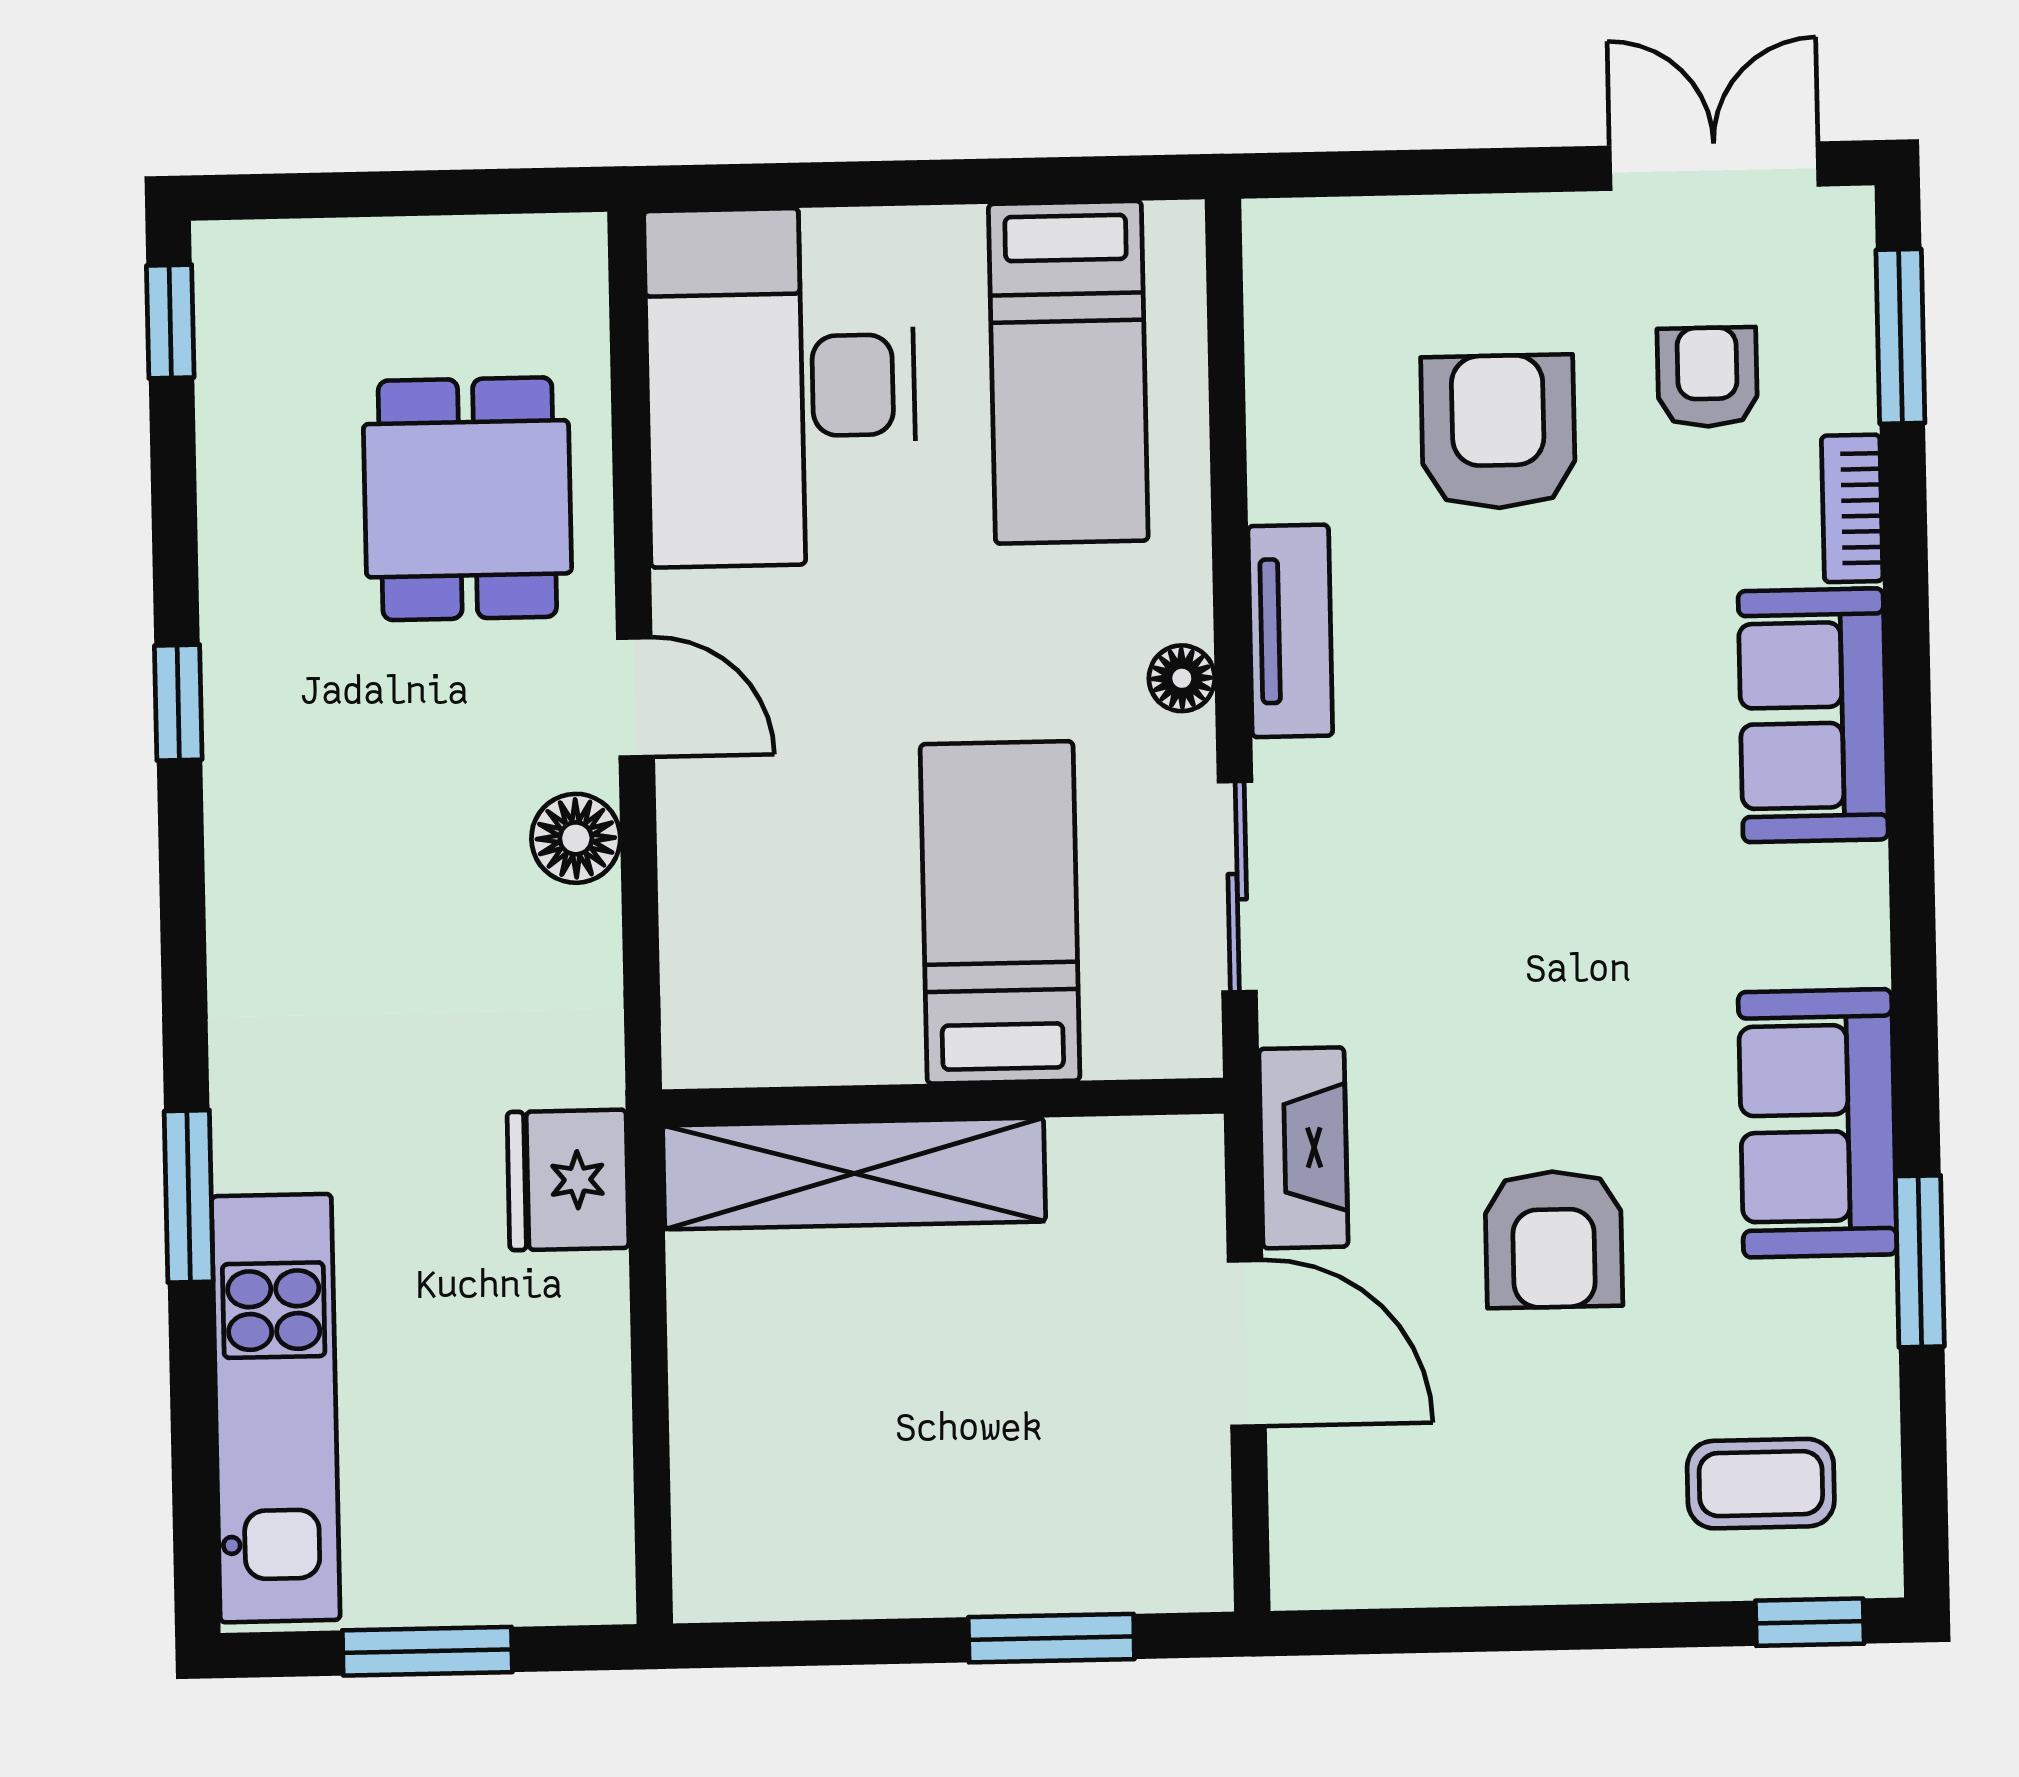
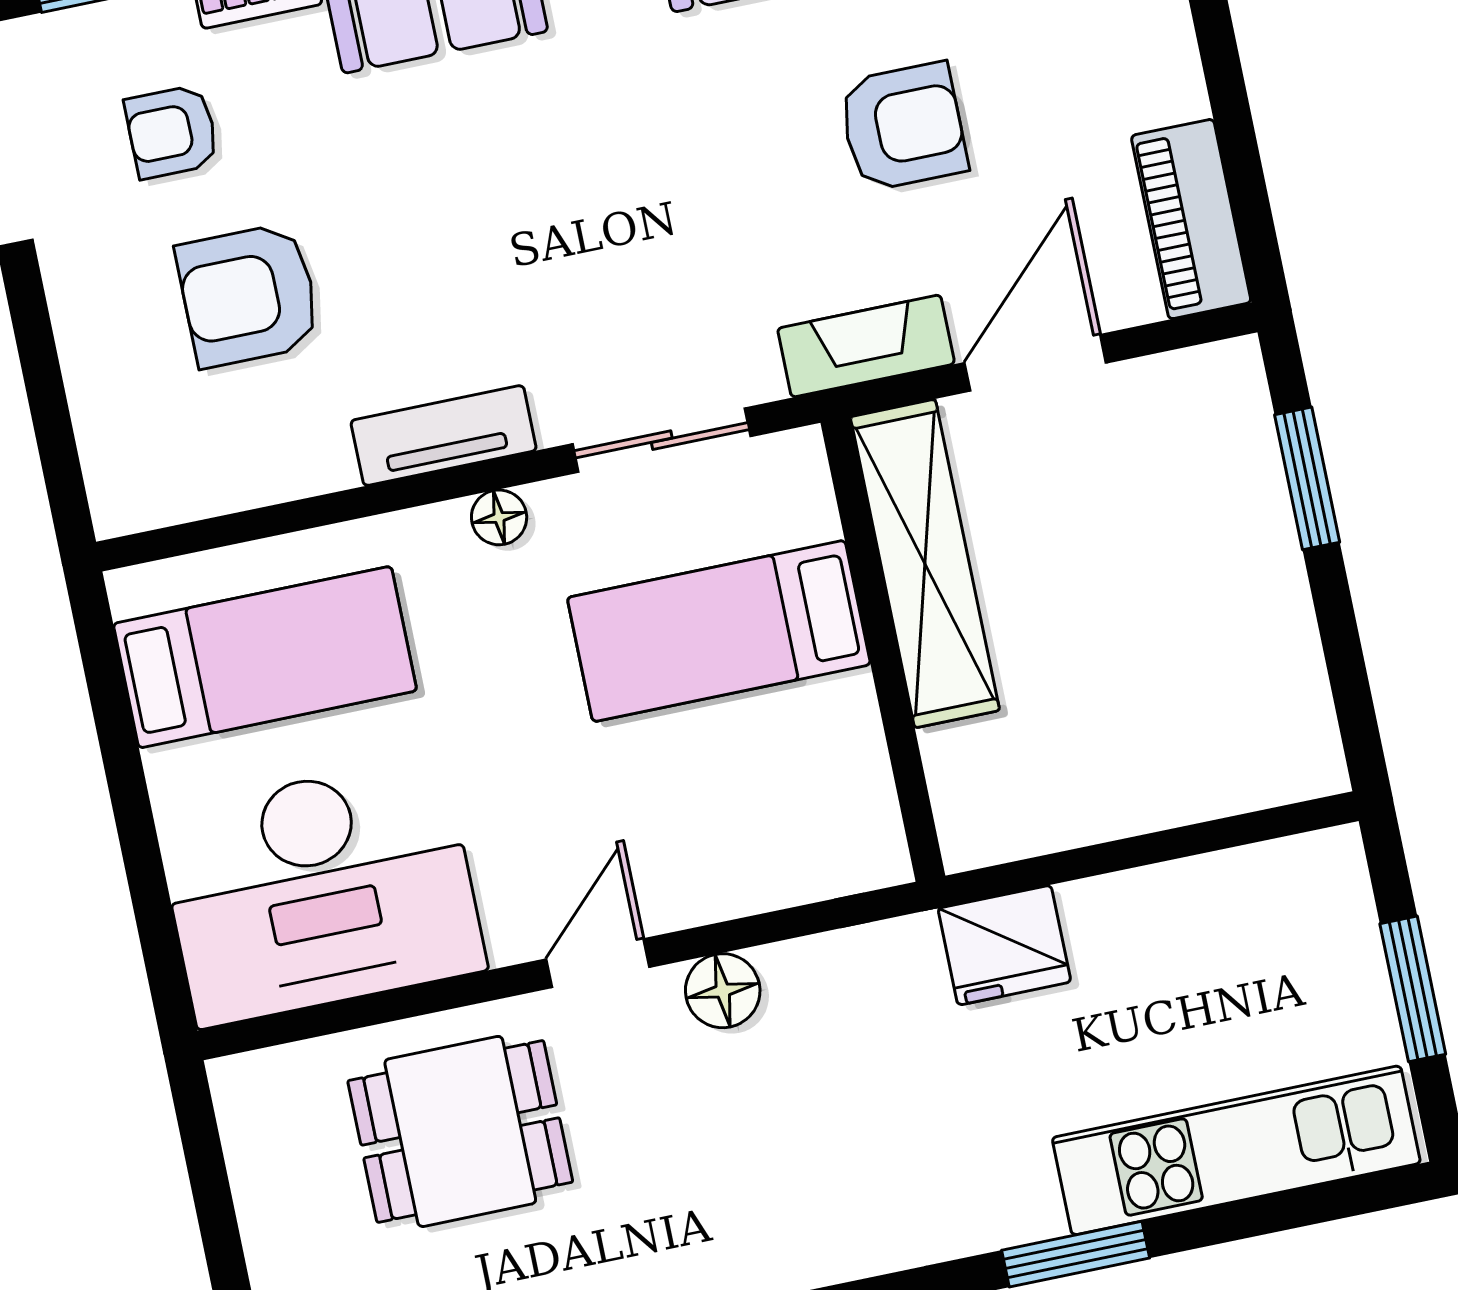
shelving: (854, 1173) -> (925, 564), moved
piano: (1382, 1558) -> (1191, 219), added

